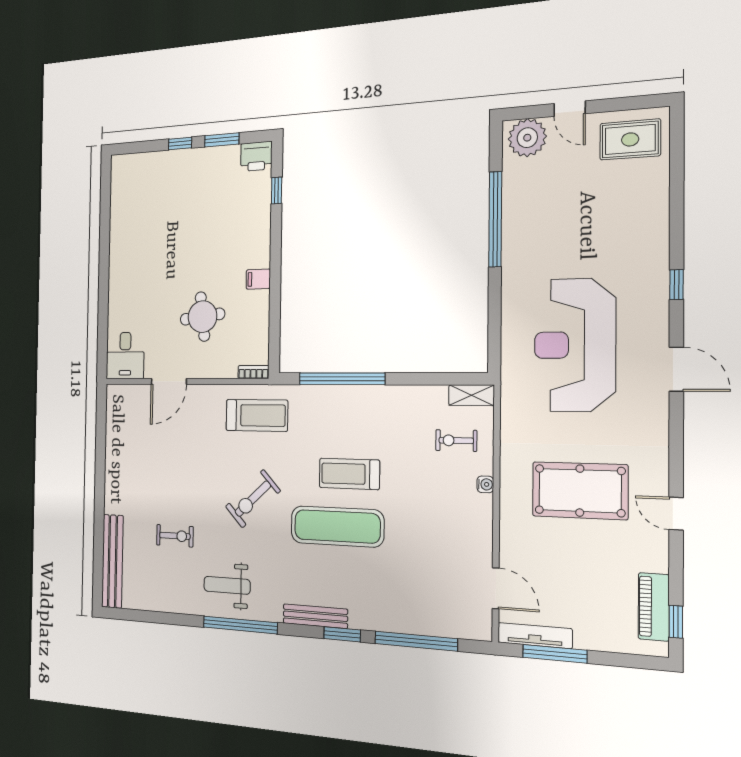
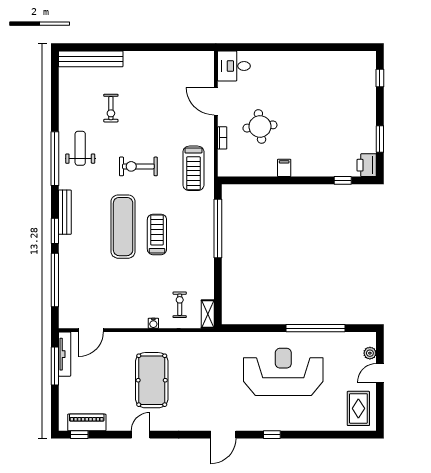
plant: (527, 138) -> (370, 353), width x0.53, depth x0.53
window: (180, 144) -> (380, 78), moved
reception desk: (575, 345) -> (283, 372), moved
bookcase: (253, 372) -> (222, 138), moved
exercise bike: (253, 499) -> (138, 166), turned -47

